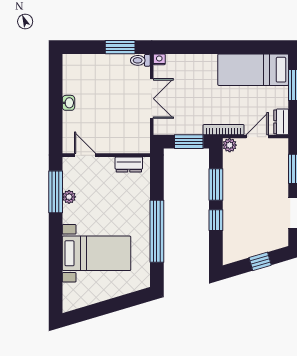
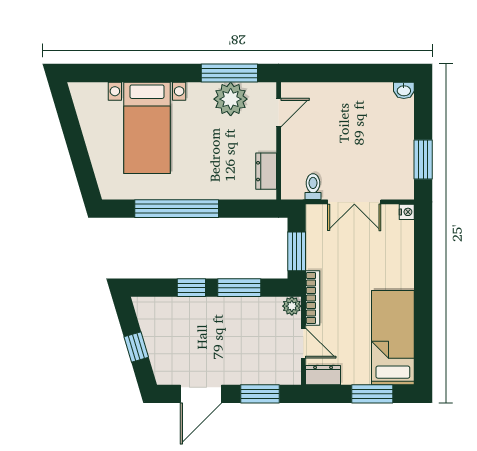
toilet: (140, 60) -> (313, 187), moved
washbasin: (68, 103) -> (404, 90), moved
plant: (69, 197) -> (231, 99), width x1.88, depth x1.88

